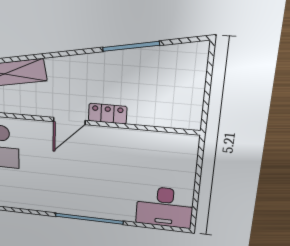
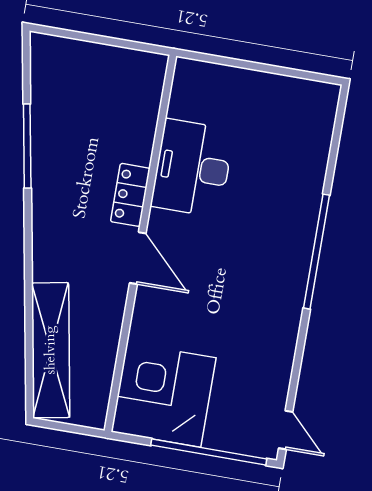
desk: (165, 207) -> (192, 168), moved, turned 180

